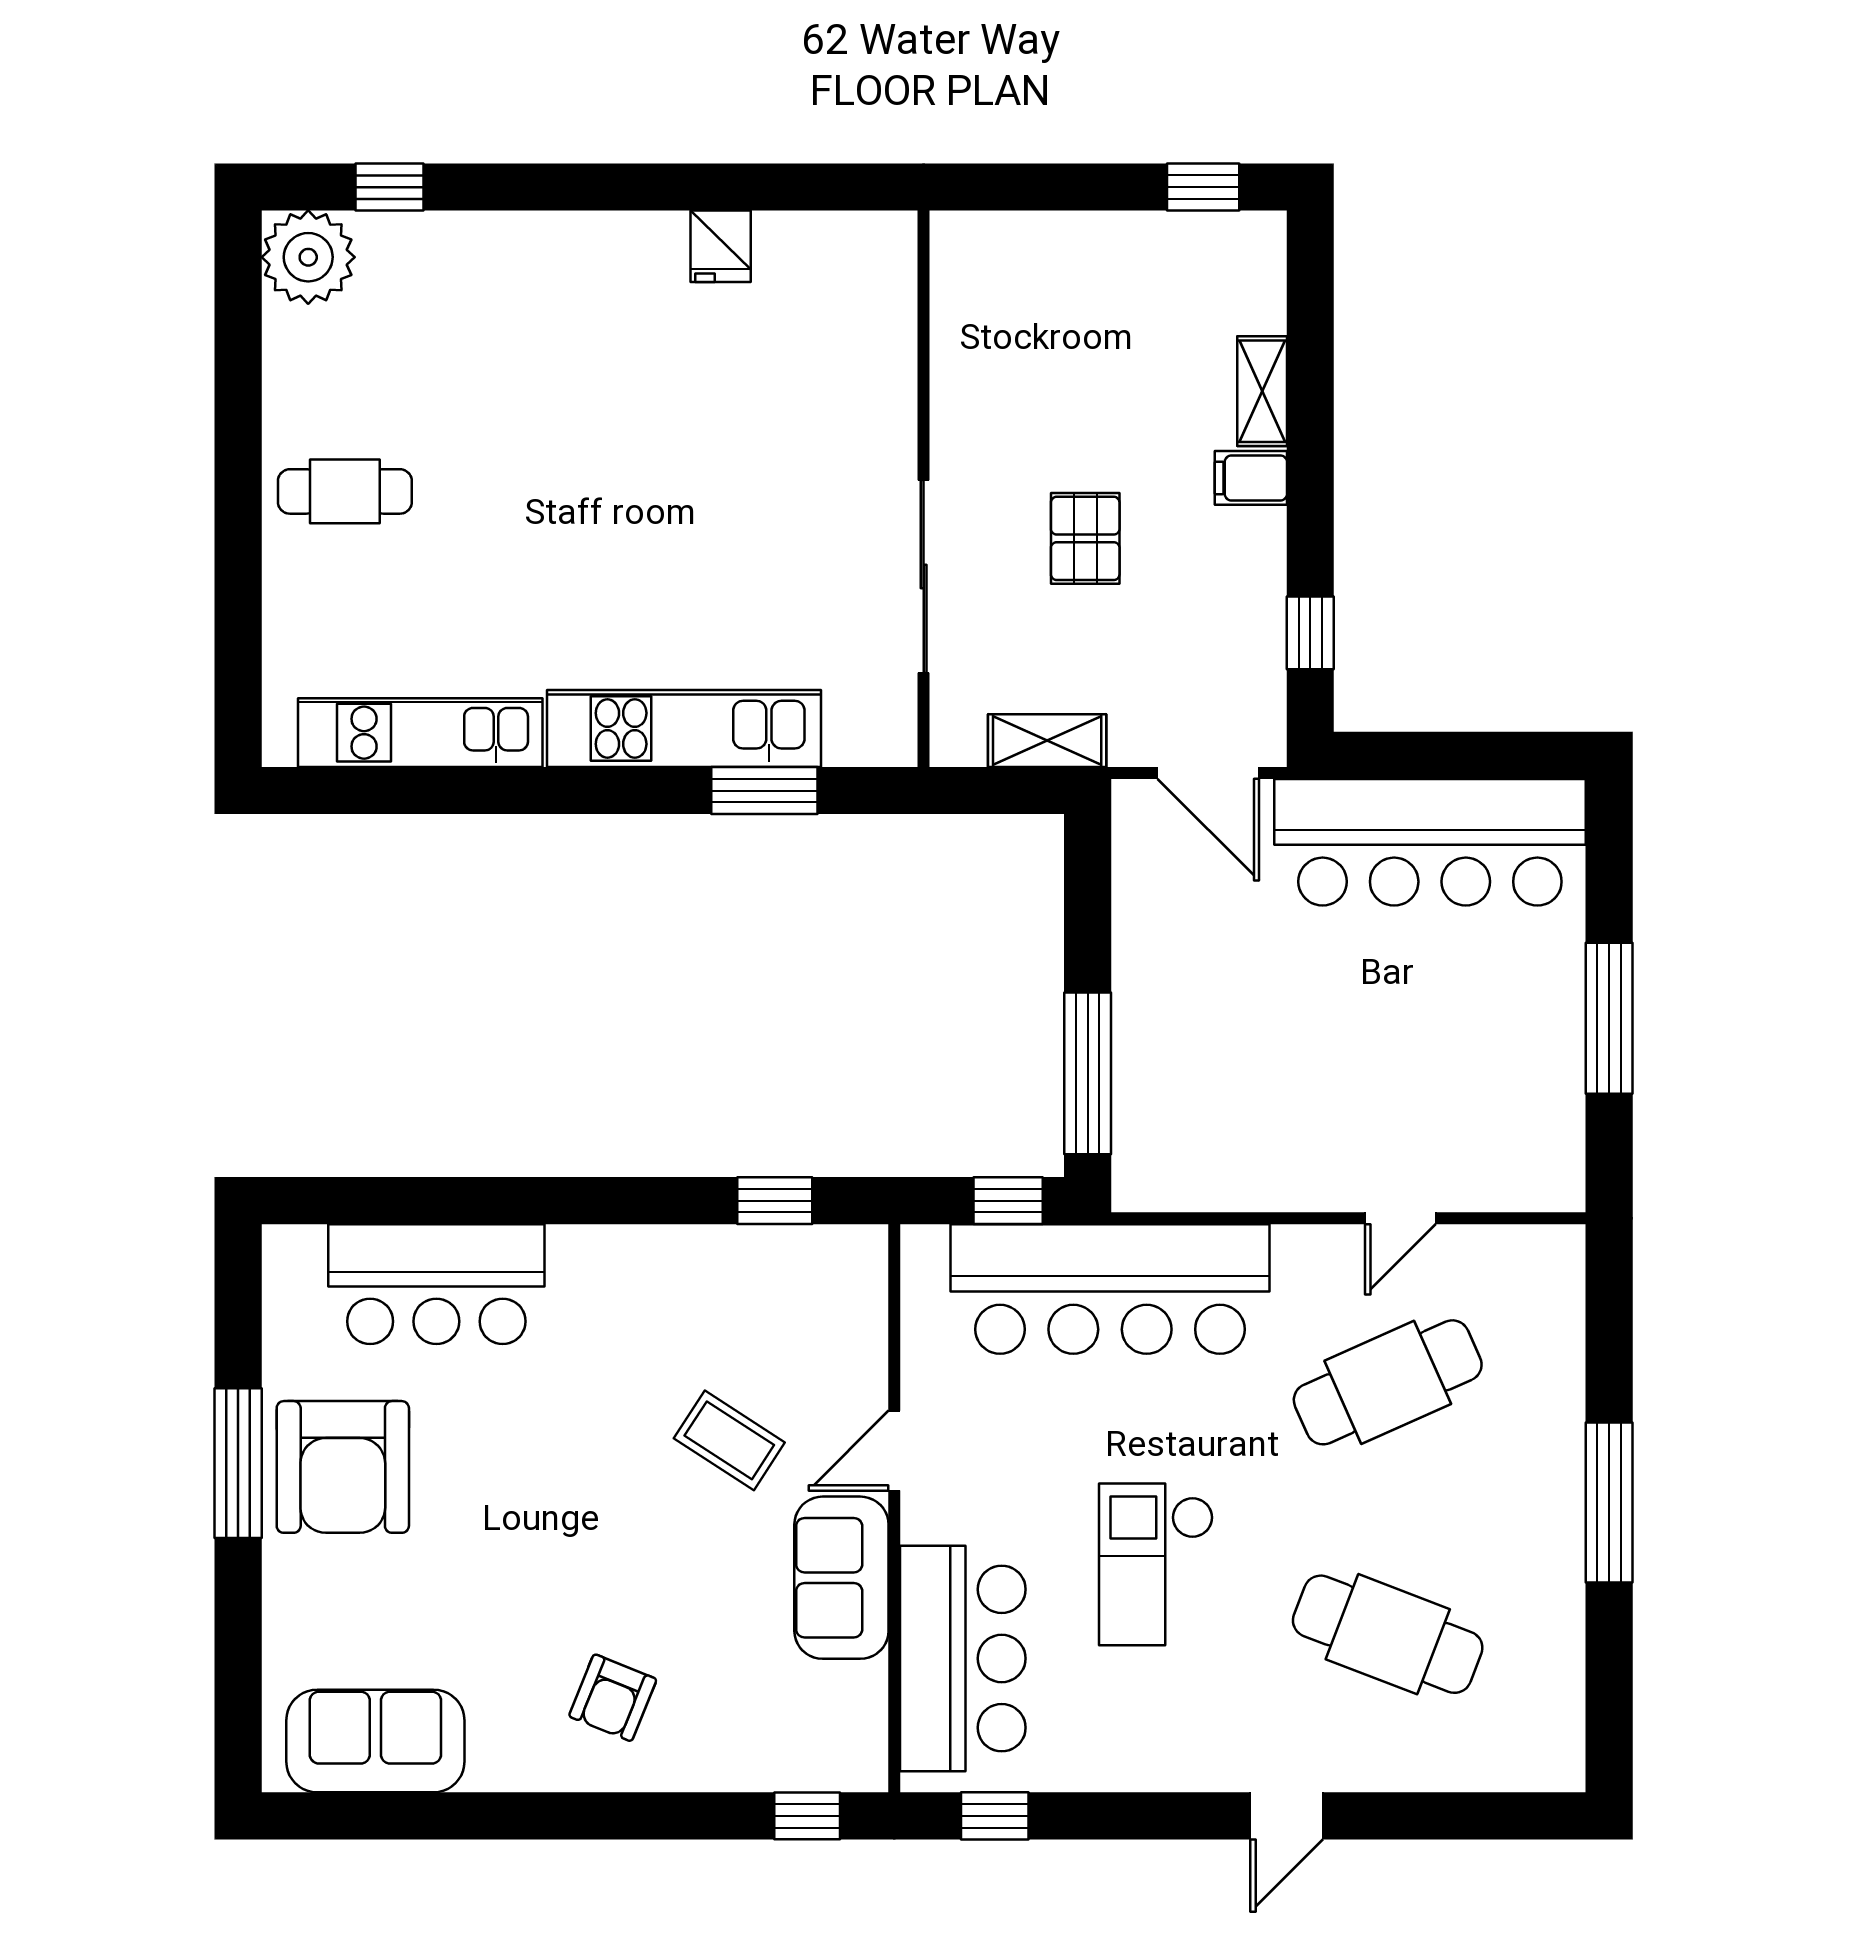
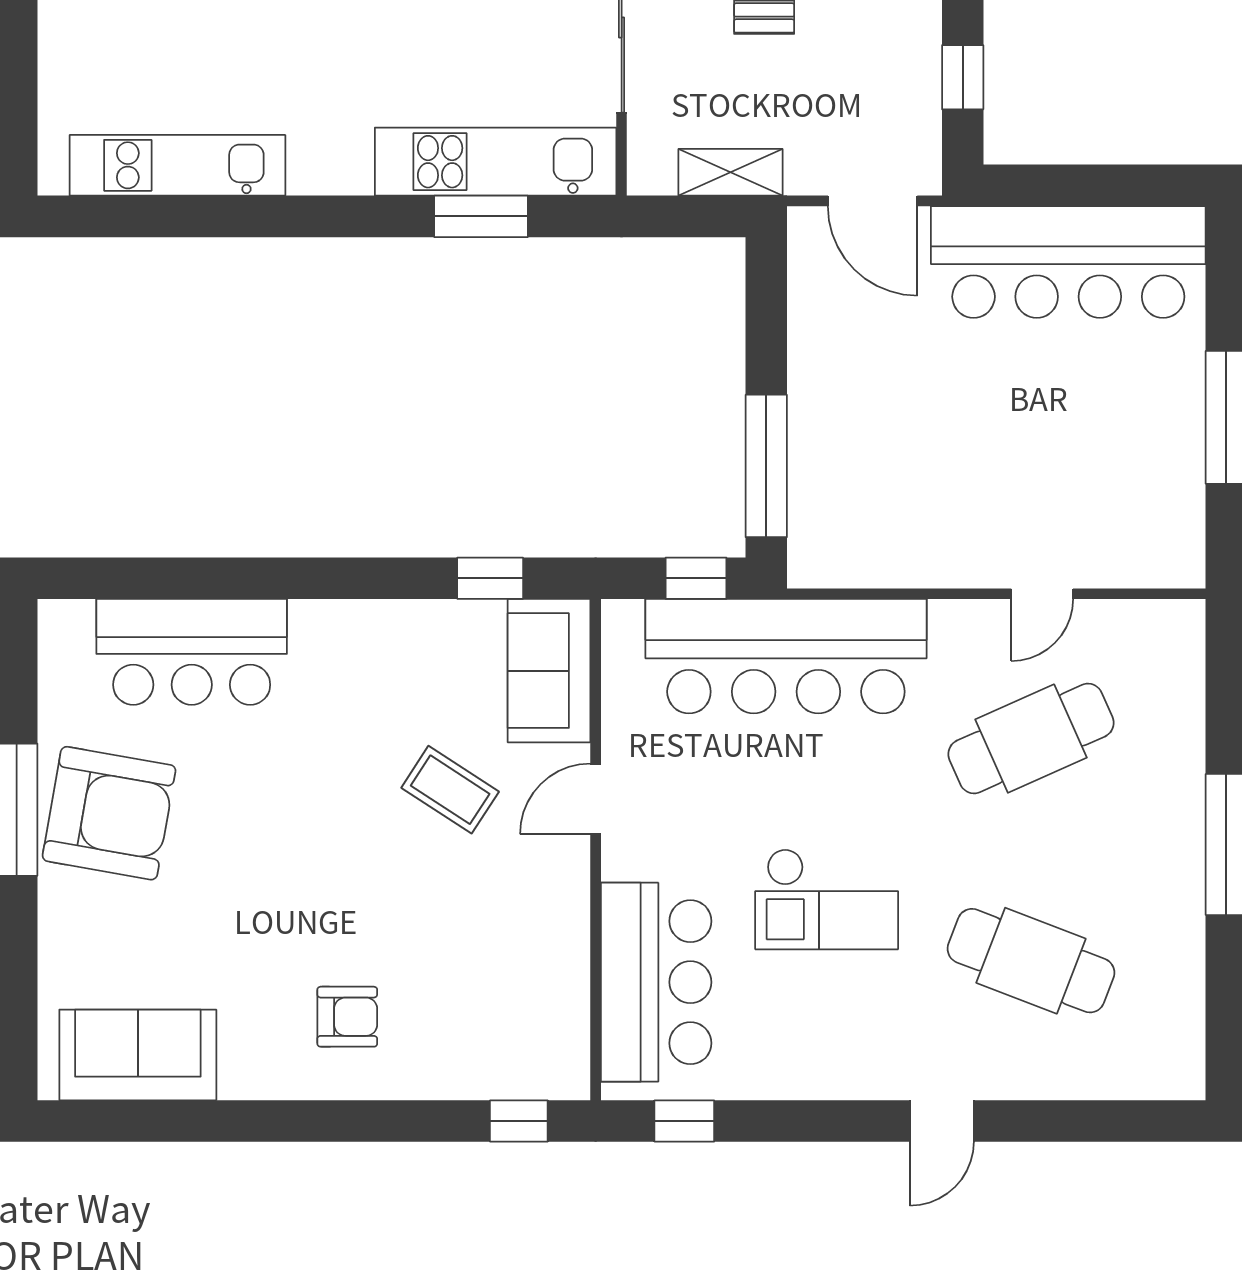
kitchen unit: (684, 729) -> (496, 162), moved
armchair: (343, 1467) -> (109, 813), turned -80
checkout: (1156, 1564) -> (827, 899), turned -90
sofa: (841, 1578) -> (549, 671), moved
armchair: (613, 1698) -> (347, 1017), turned -112

